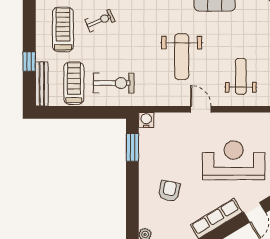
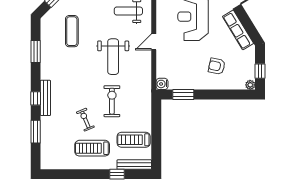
weight bench: (182, 57) -> (113, 57), turned 90
exercise bike: (114, 83) -> (112, 101), moved

